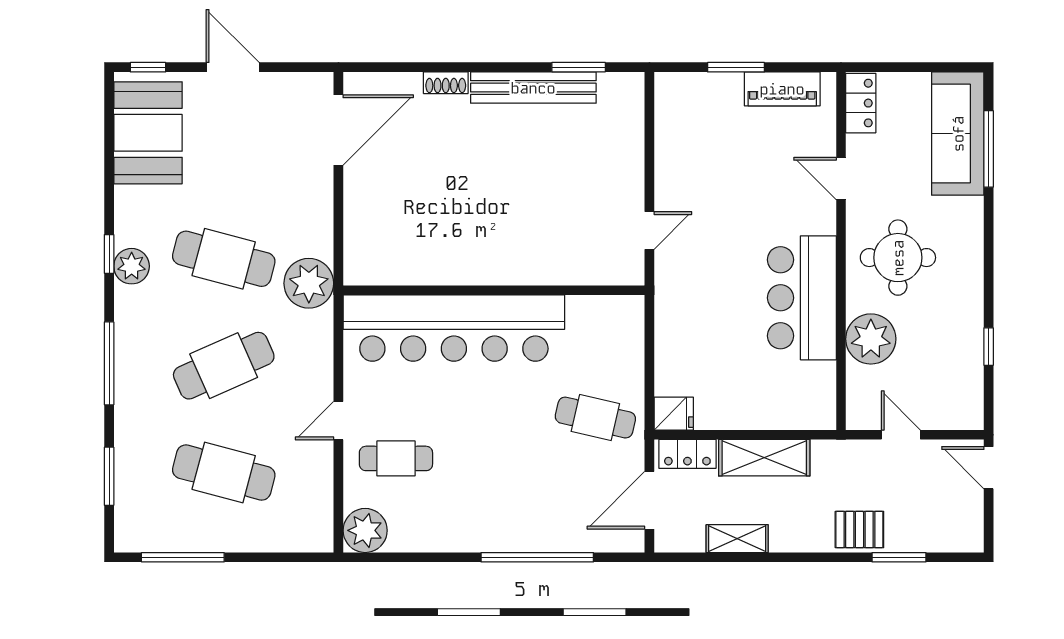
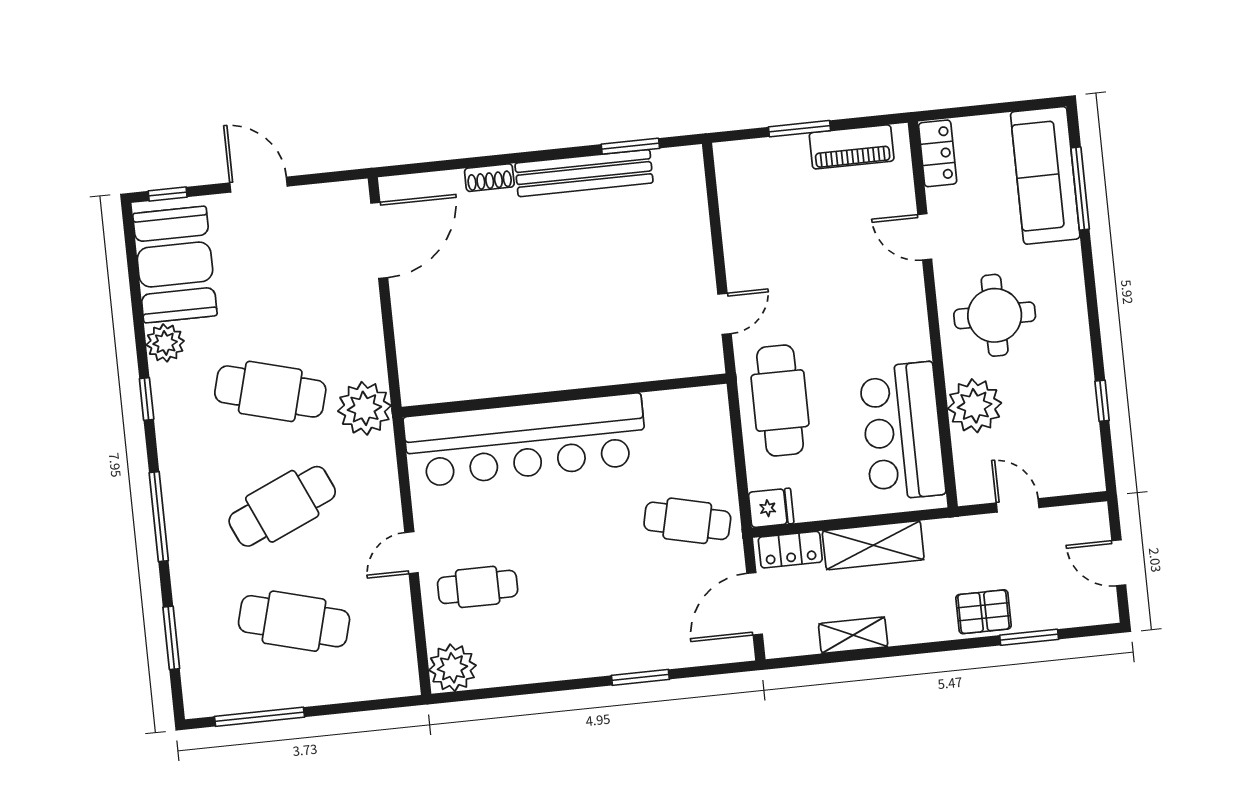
plant: (132, 266) -> (165, 343), moved
bar counter: (802, 298) -> (902, 431), moved
cafe table: (692, 316) -> (780, 400), added
door: (989, 468) -> (1119, 563), moved
window: (537, 557) -> (640, 677), width x0.47

